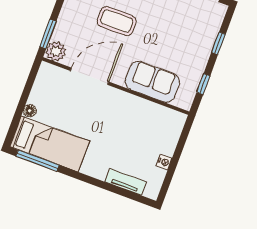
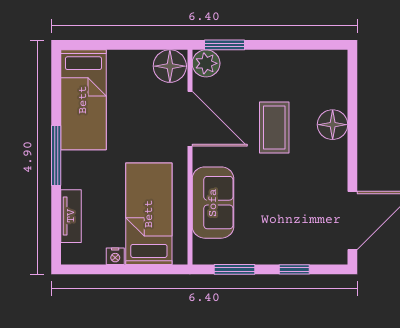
window: (203, 84) -> (234, 269), width x1.50
floor lamp: (30, 111) -> (170, 66), moved, width x1.89, depth x1.89
bed: (144, 128) -> (149, 214), added
window: (38, 161) -> (56, 156), moved

